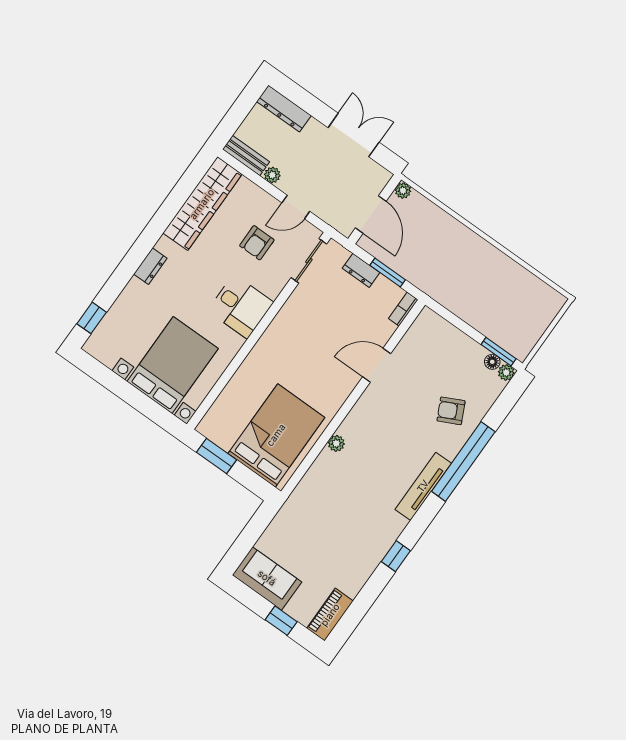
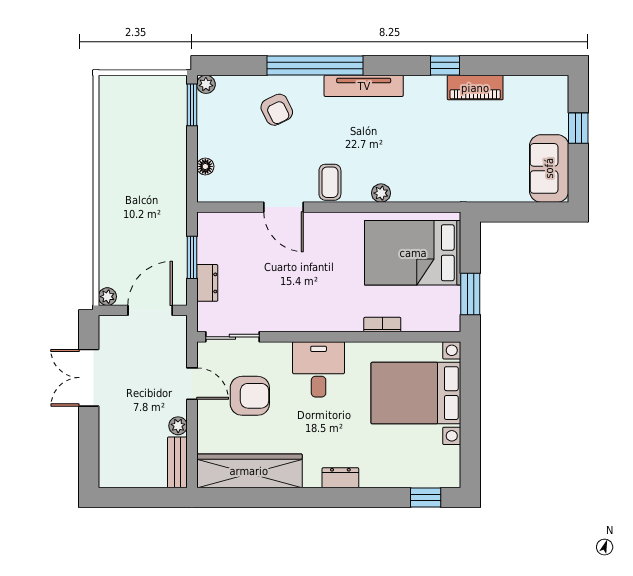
dresser: (284, 108) -> (110, 458), removed
armchair: (257, 243) -> (250, 396), width x1.38, depth x1.38
bookcase: (403, 309) -> (382, 325), moved, turned 180
floor lamp: (492, 362) -> (205, 166), moved
coffee table: (371, 412) -> (330, 182), added
piano: (330, 615) -> (475, 88), moved

